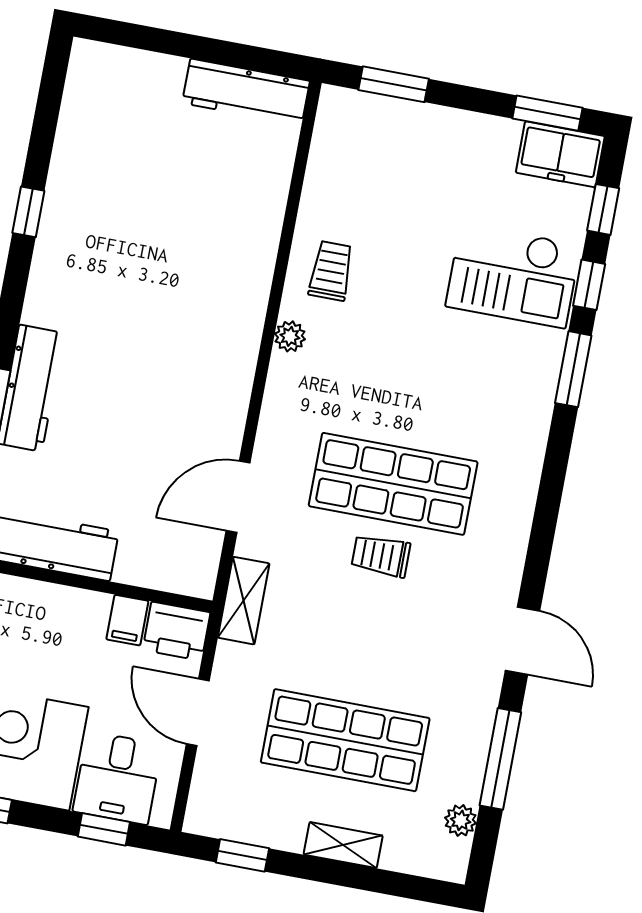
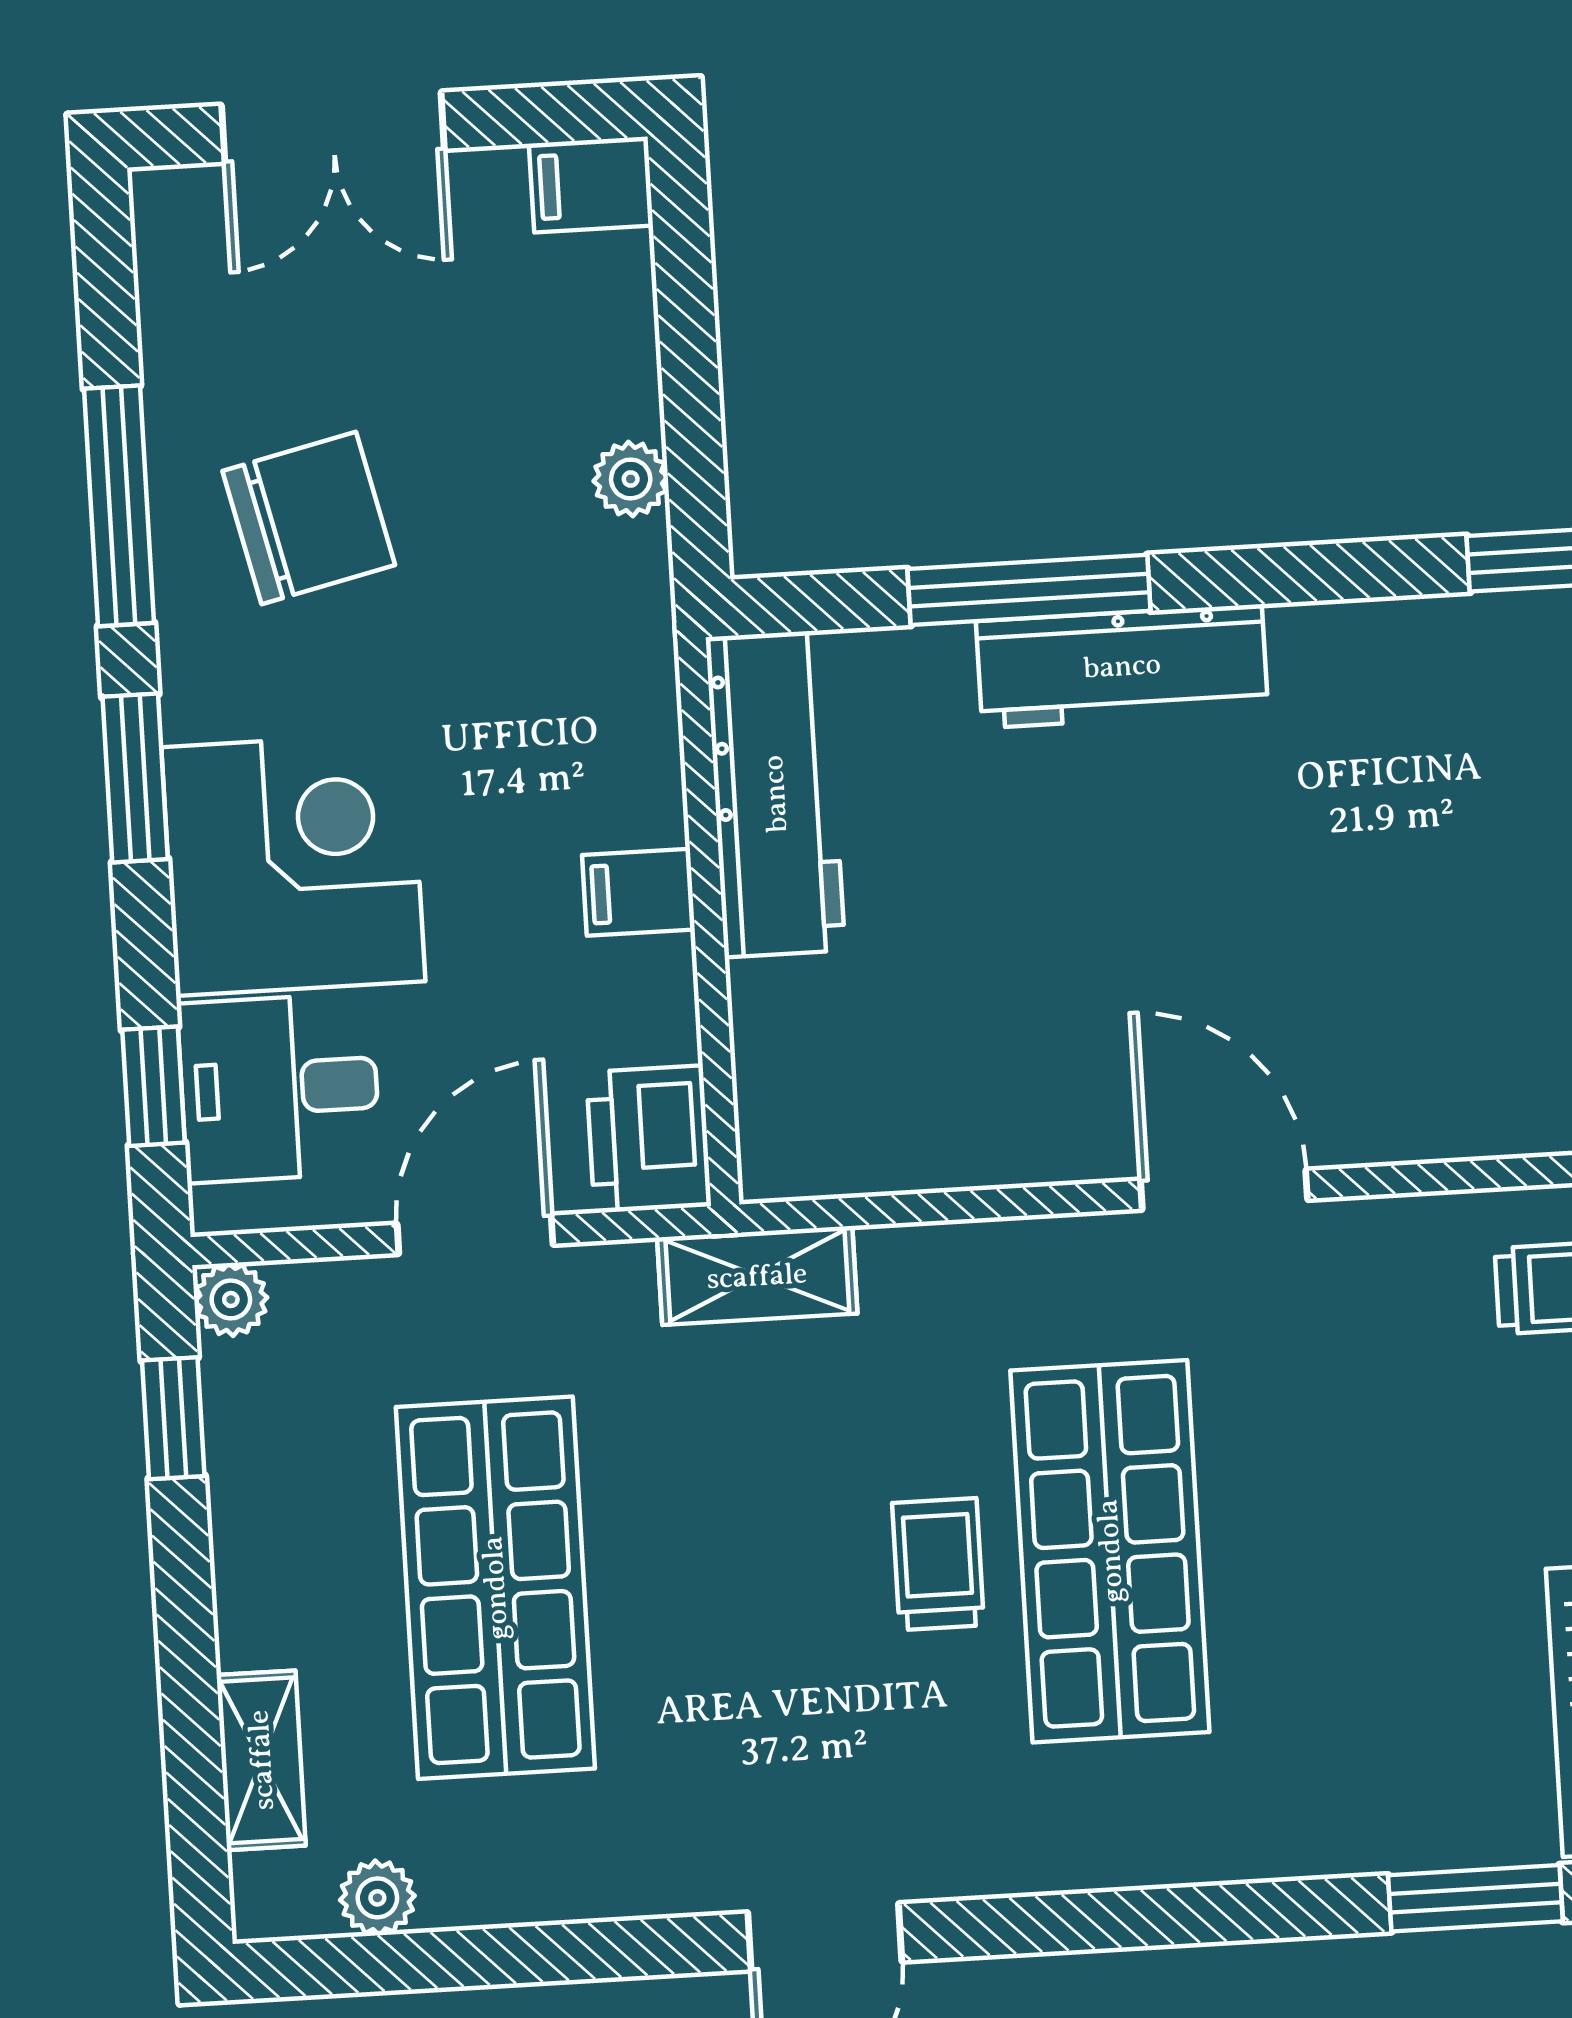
plant: (290, 336) -> (231, 1299), moved
door: (238, 497) -> (1224, 1190), moved
filing cabinet: (127, 620) -> (638, 892), moved
window: (500, 759) -> (541, 1954), removed
shelving: (343, 845) -> (261, 1760), moved

